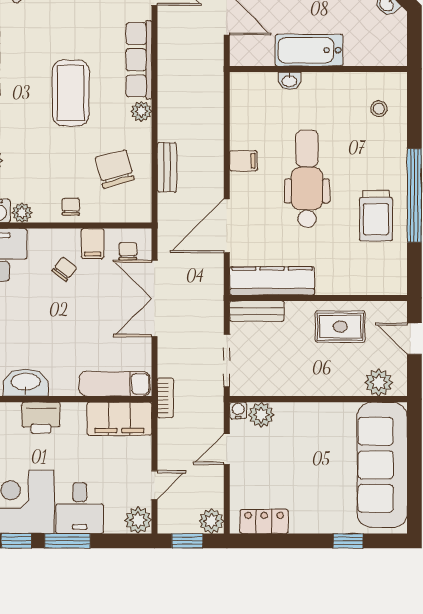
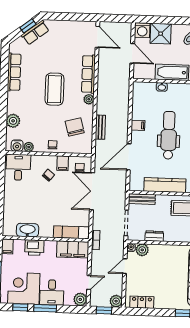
kitchen counter: (272, 281) -> (165, 185), moved
dresser: (285, 386) -> (154, 236), added

